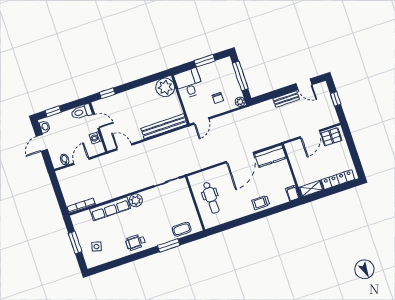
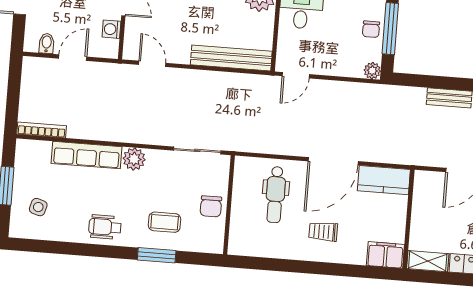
chair: (218, 98) -> (371, 29), moved
filing cabinet: (293, 193) -> (385, 255), width x2.00
dental chair: (211, 198) -> (275, 195), moved
trolley: (261, 203) -> (323, 232), moved
chair: (186, 208) -> (211, 206), added
coffee table: (182, 229) -> (165, 222), moved

